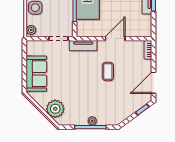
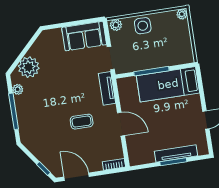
sofa: (36, 74) -> (84, 36), moved
plant: (92, 121) -> (18, 89), moved

